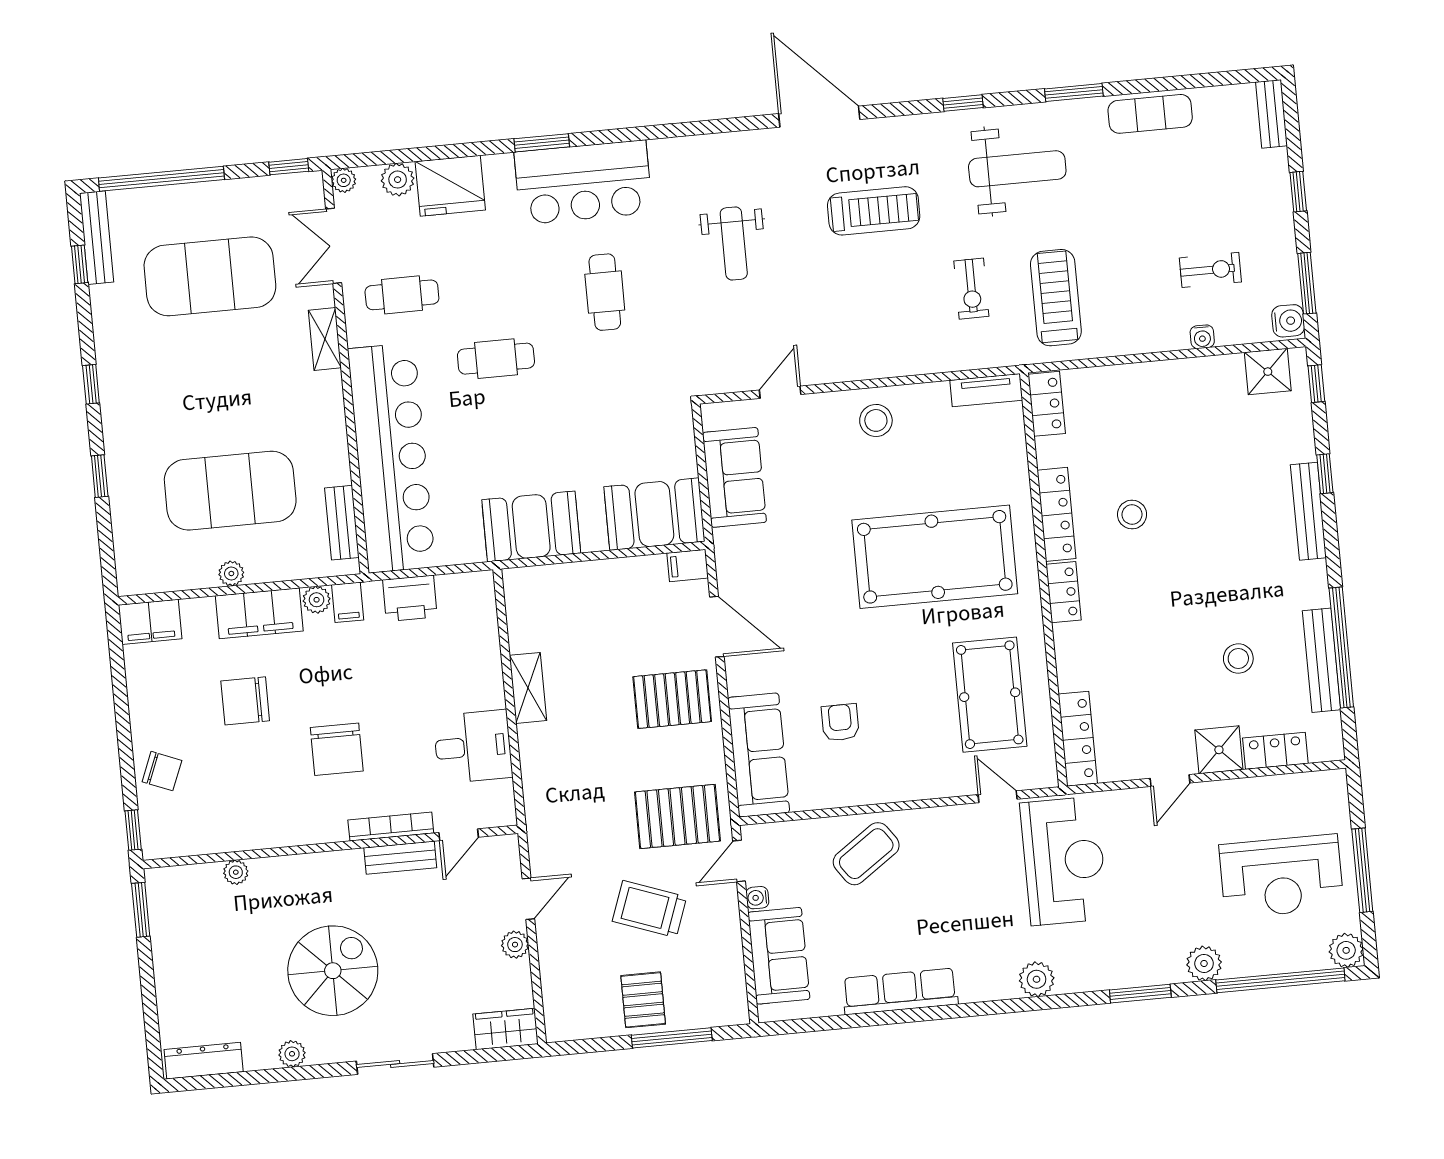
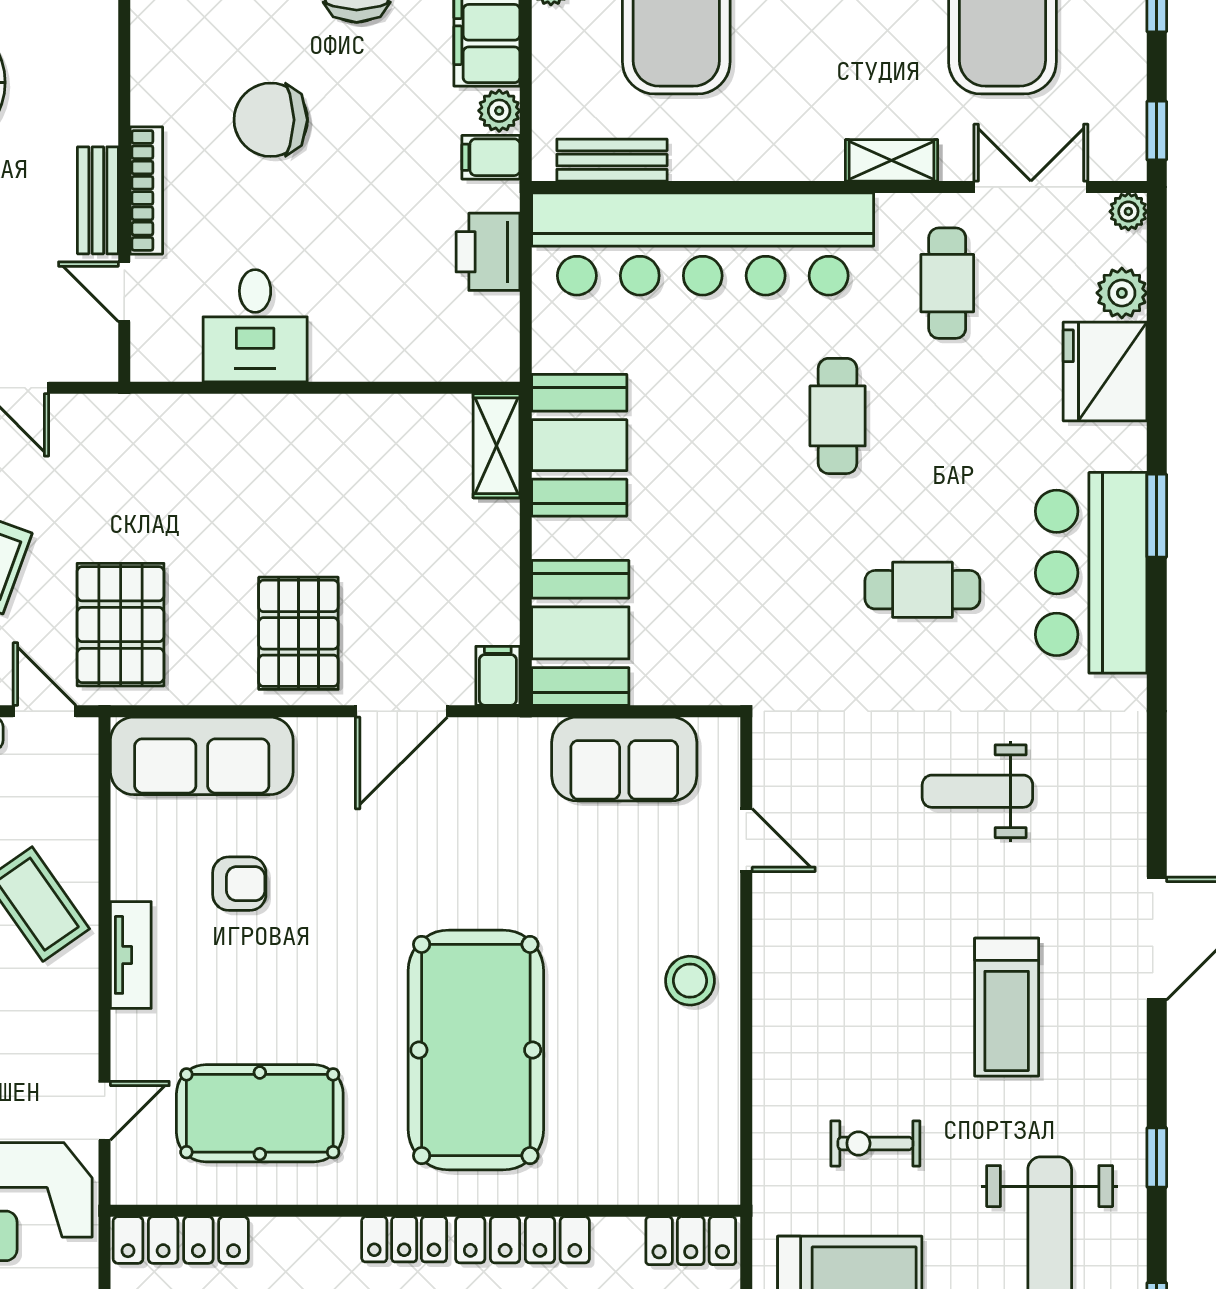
tv unit: (986, 390) -> (131, 955), moved, turned 180
shelving: (528, 688) -> (497, 446), moved, turned 90

